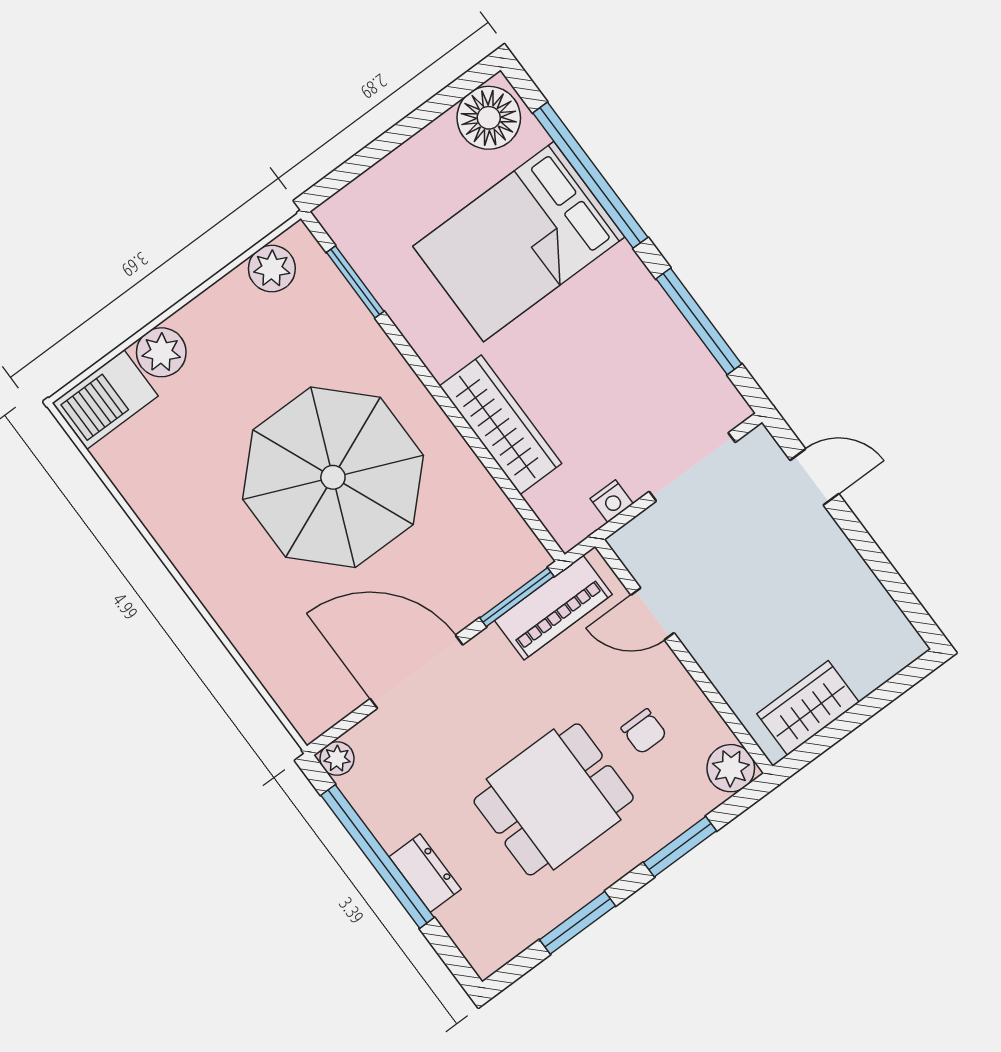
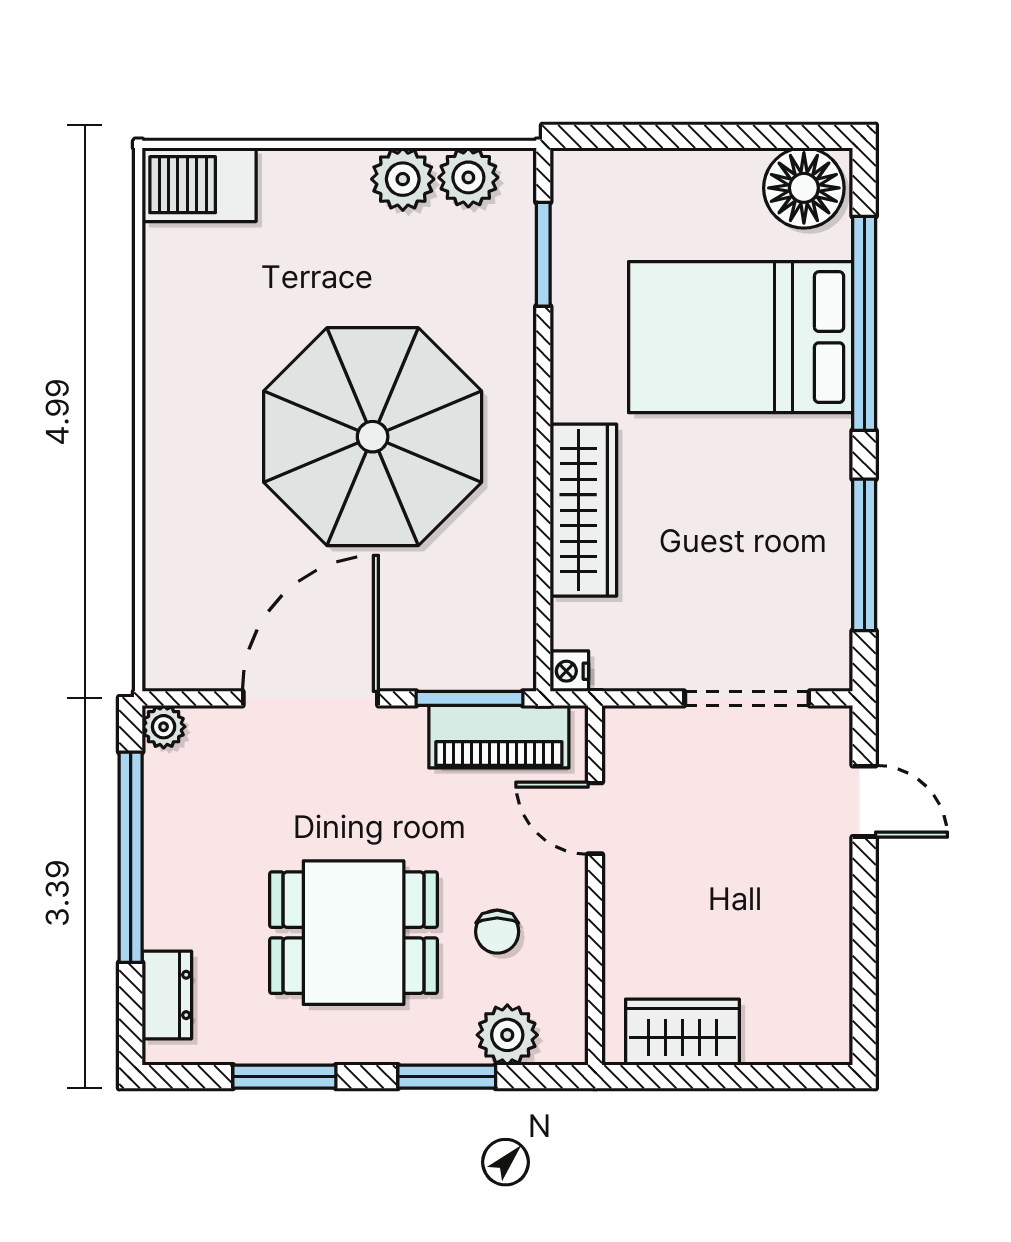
plant: (161, 352) -> (403, 179), moved
nightstand: (612, 501) -> (569, 671), moved, turned 90
door: (416, 672) -> (310, 698), hinge flipped
plant: (731, 768) -> (507, 1035), moved
dresser: (425, 873) -> (167, 995), moved

